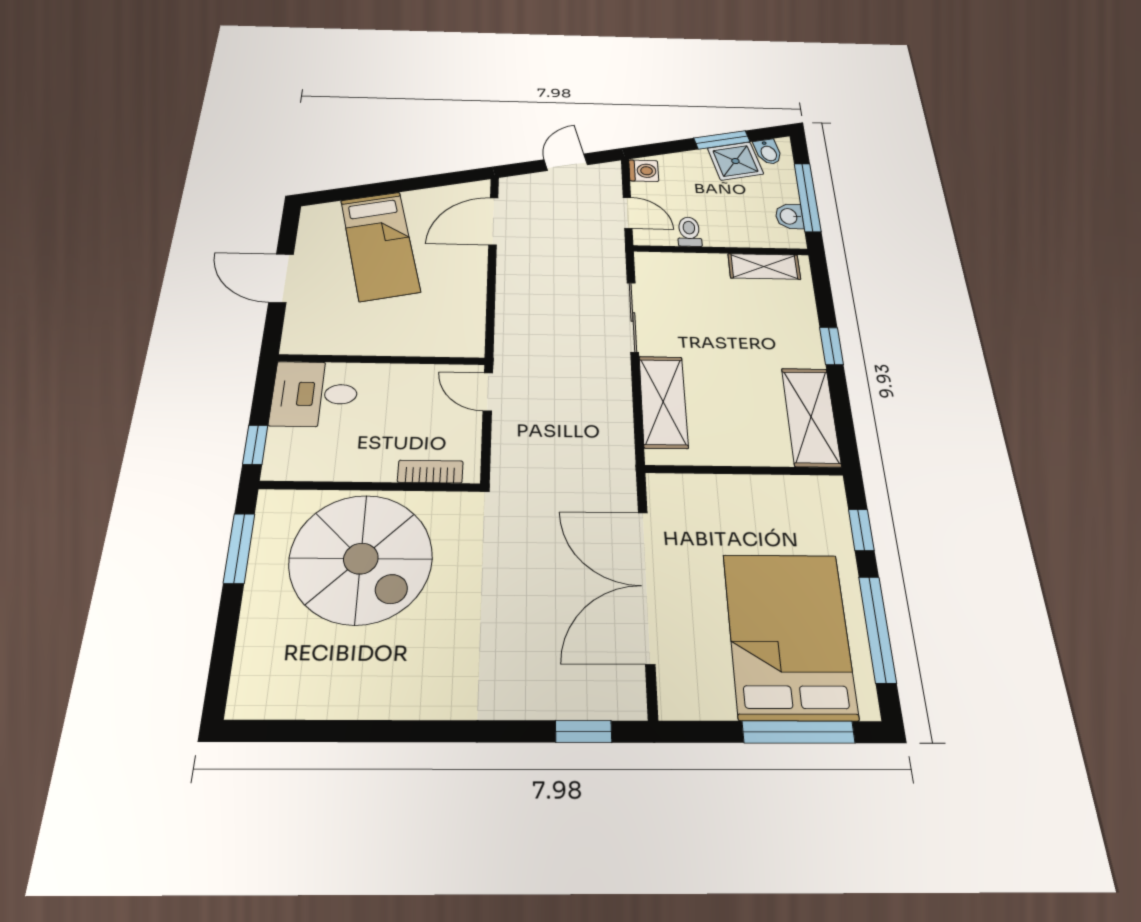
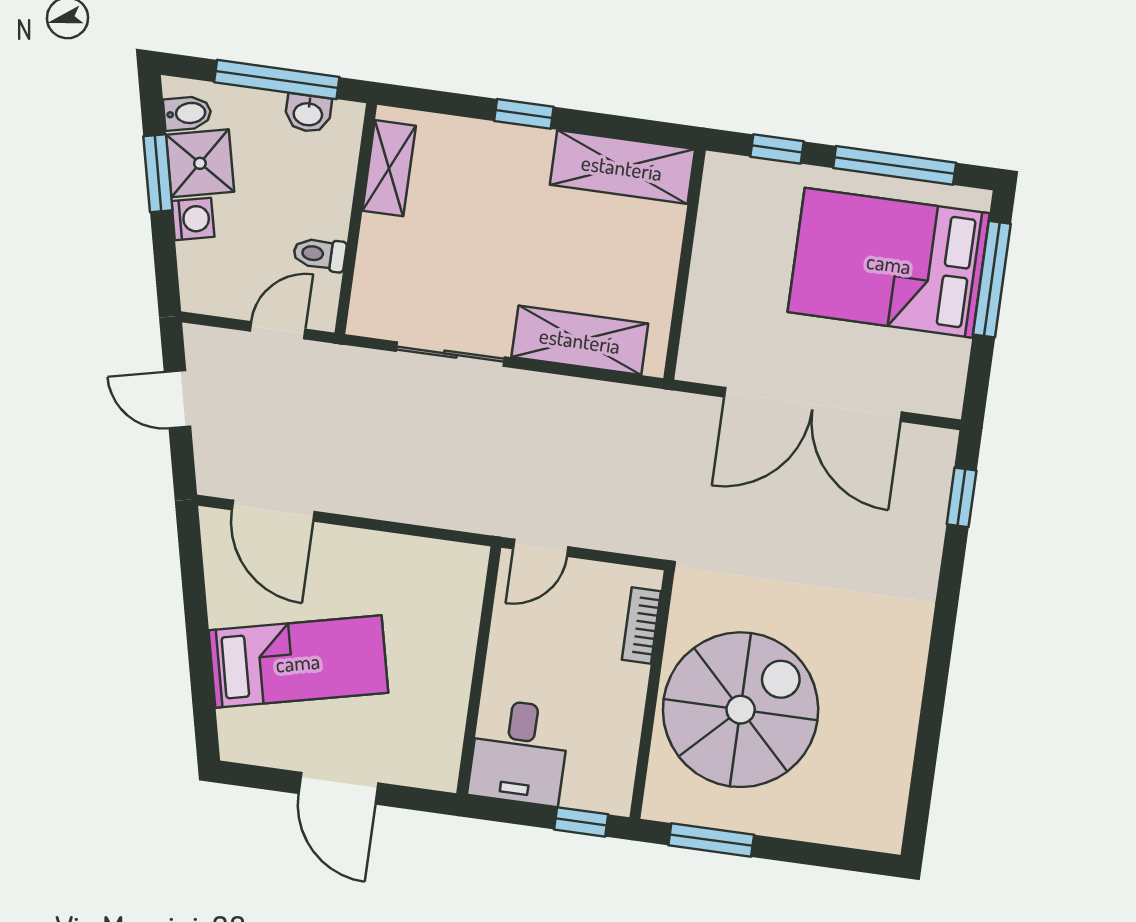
washing machine: (644, 171) -> (193, 219), moved, turned 77
door: (281, 278) -> (338, 788), hinge flipped

